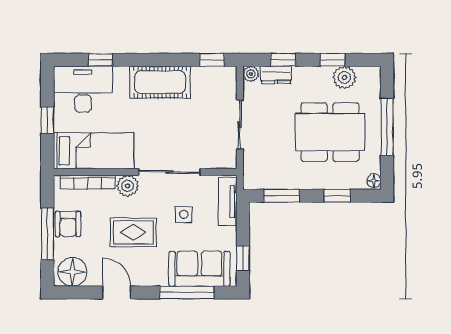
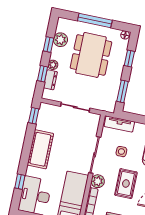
plant: (251, 74) -> (53, 65), moved

